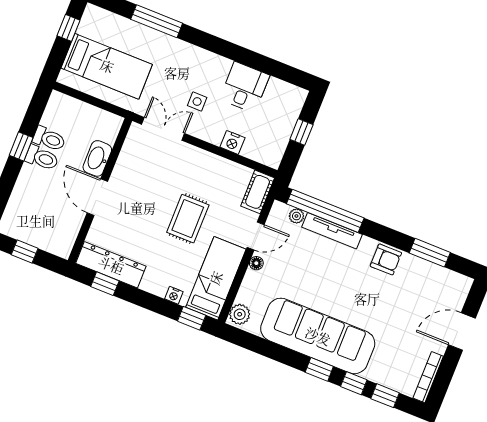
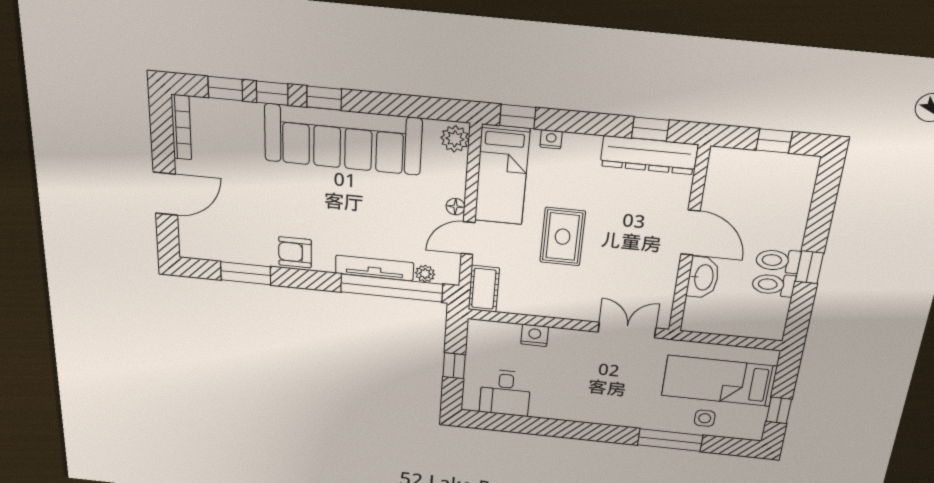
desk: (245, 87) -> (505, 393), moved
side table: (197, 102) -> (705, 418), moved
double door: (163, 129) -> (627, 330), swing flipped

